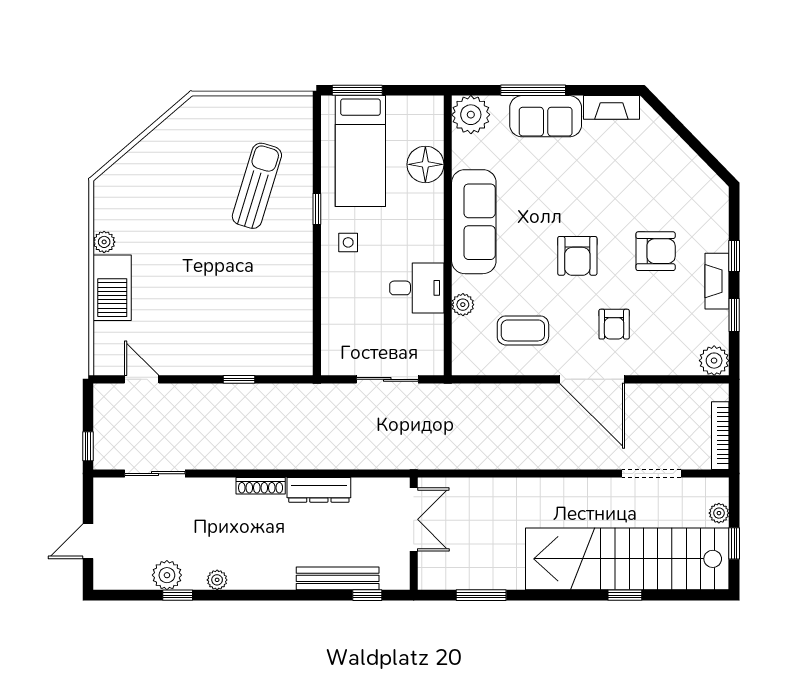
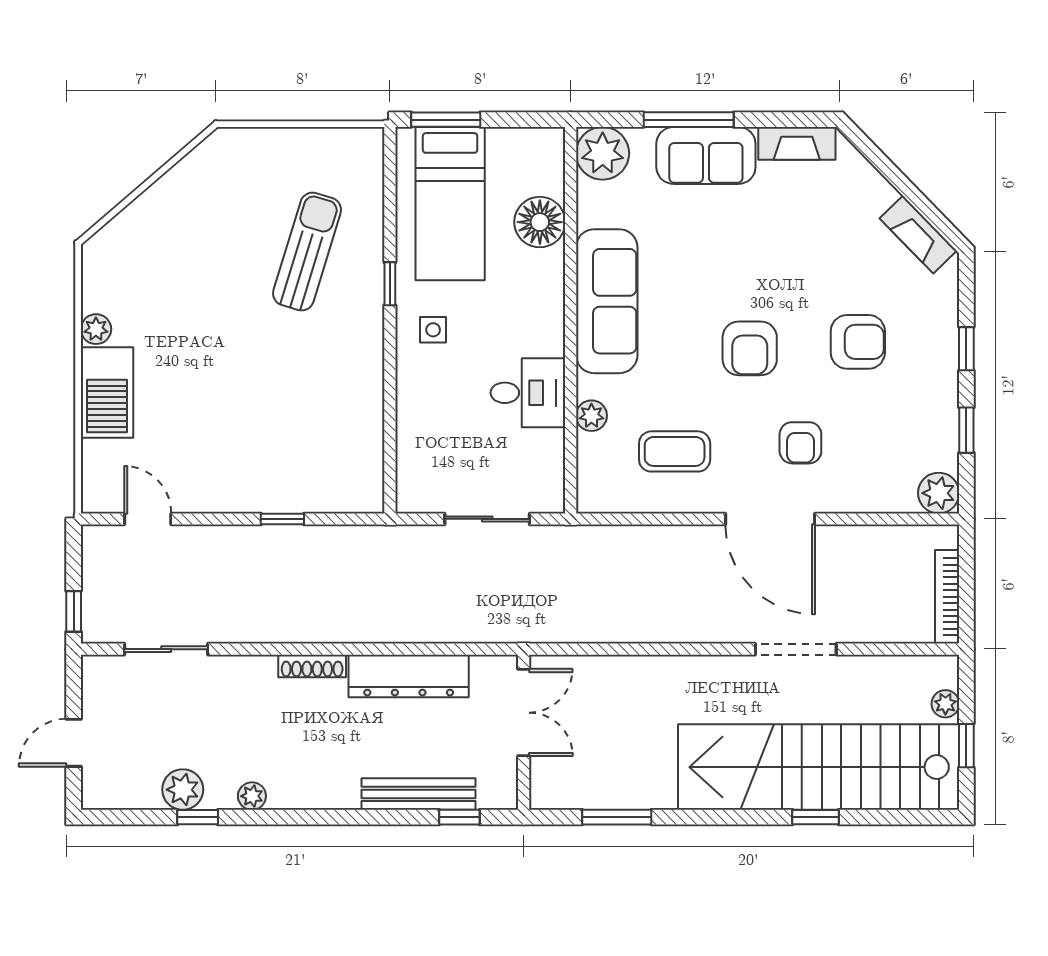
fireplace: (717, 281) -> (918, 235), moved, turned -44
doorway: (652, 474) -> (796, 649), moved
dresser: (319, 490) -> (409, 676), width x1.37, depth x1.24

